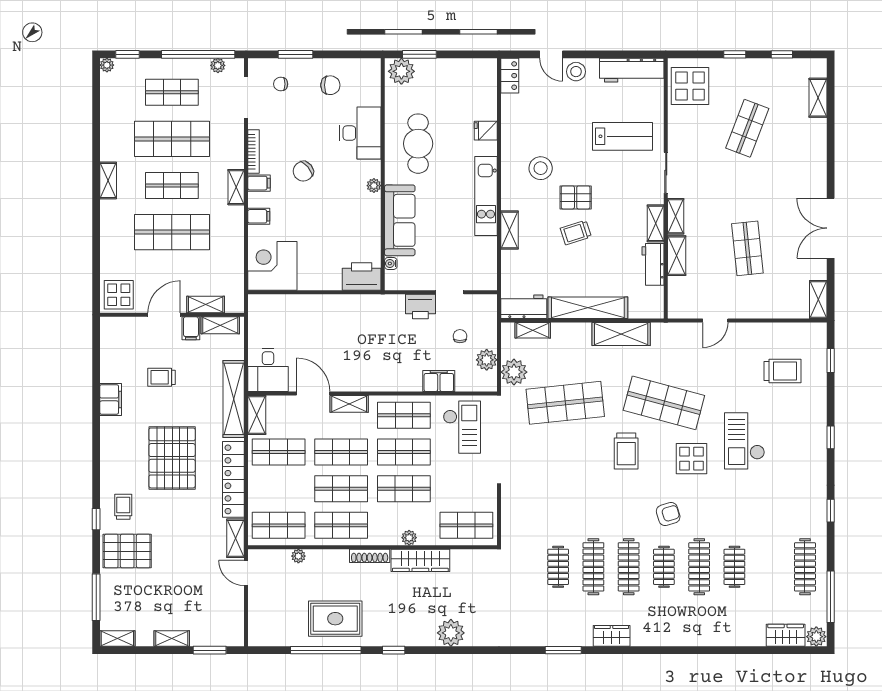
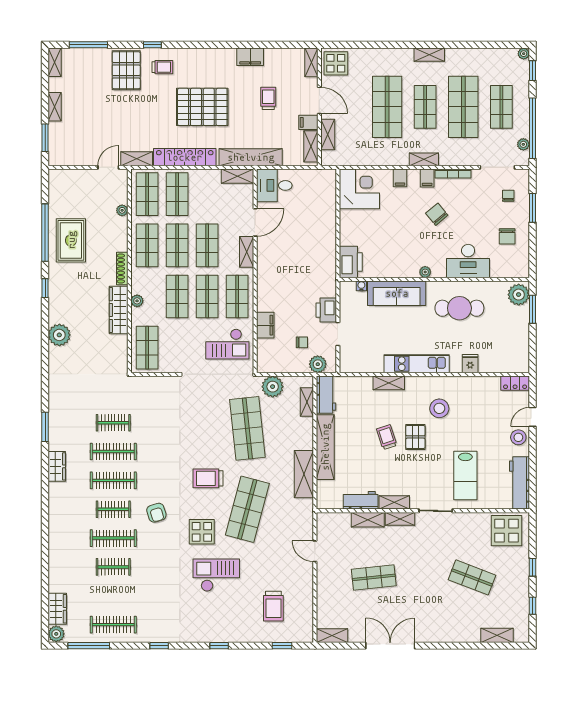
shelving: (118, 325) -> (311, 62), added
plant: (487, 360) -> (318, 364), moved
shop shelf: (279, 452) -> (177, 194), moved

